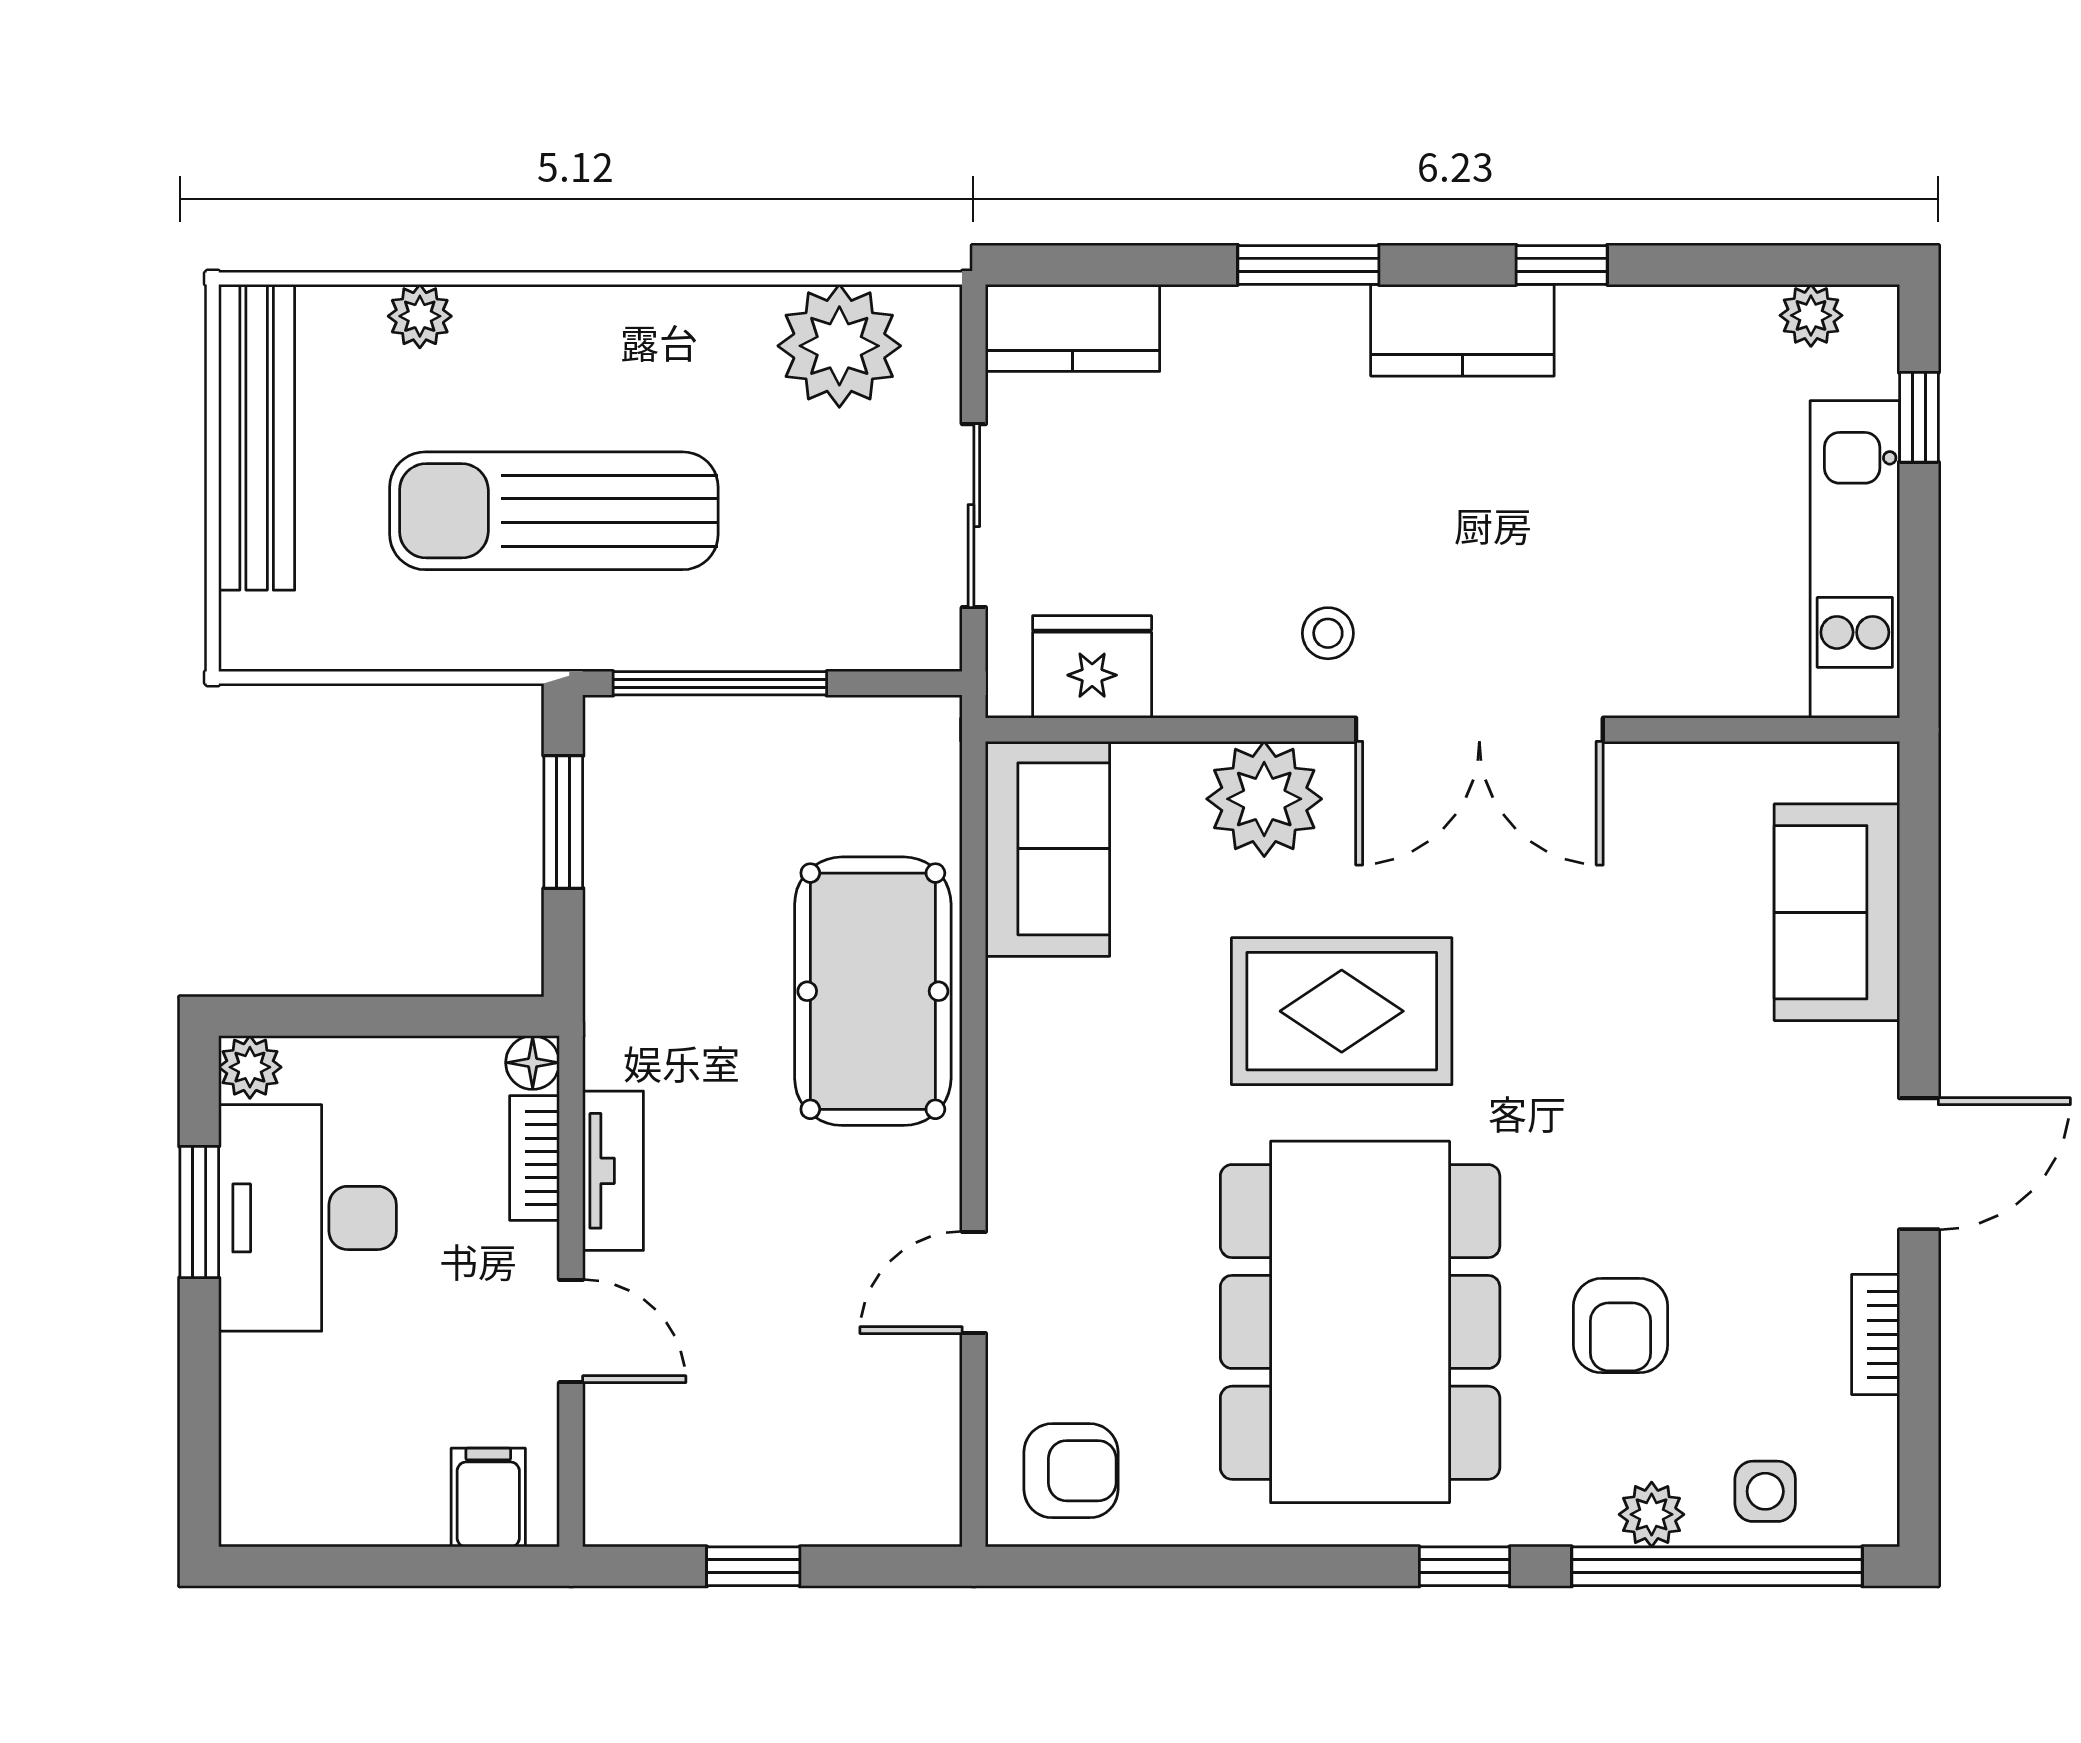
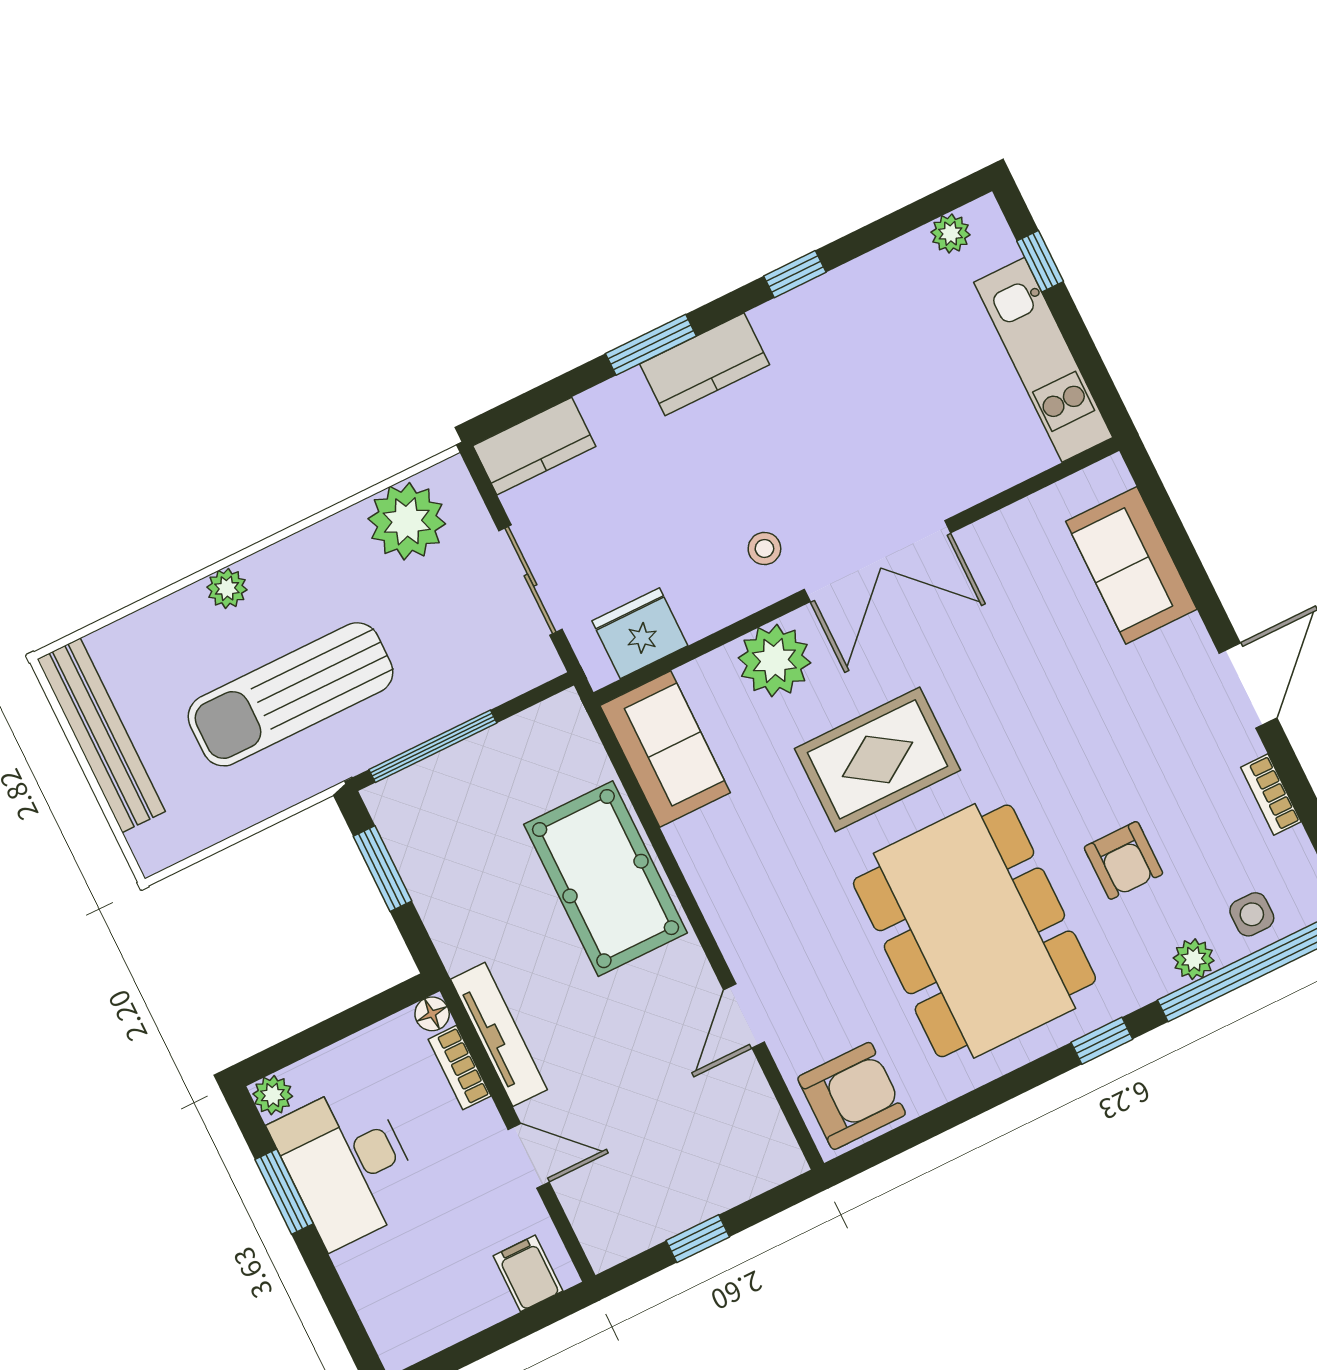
plant: (420, 316) -> (227, 588), moved
kitchen counter: (1462, 330) -> (705, 364), moved
tv unit: (613, 1171) -> (499, 1034), width x1.41
armchair: (1071, 1471) -> (852, 1096), width x1.38, depth x1.38

